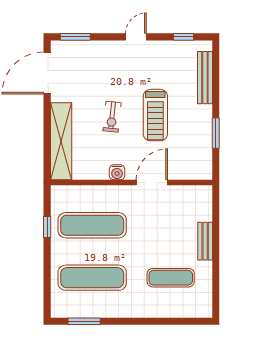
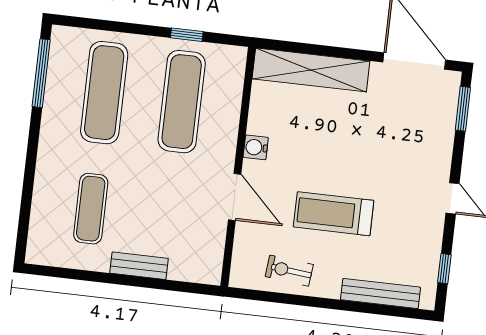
exercise bike: (112, 117) -> (289, 271), moved
window: (216, 133) -> (297, 300), removed
window: (84, 321) -> (41, 73), width x1.44

